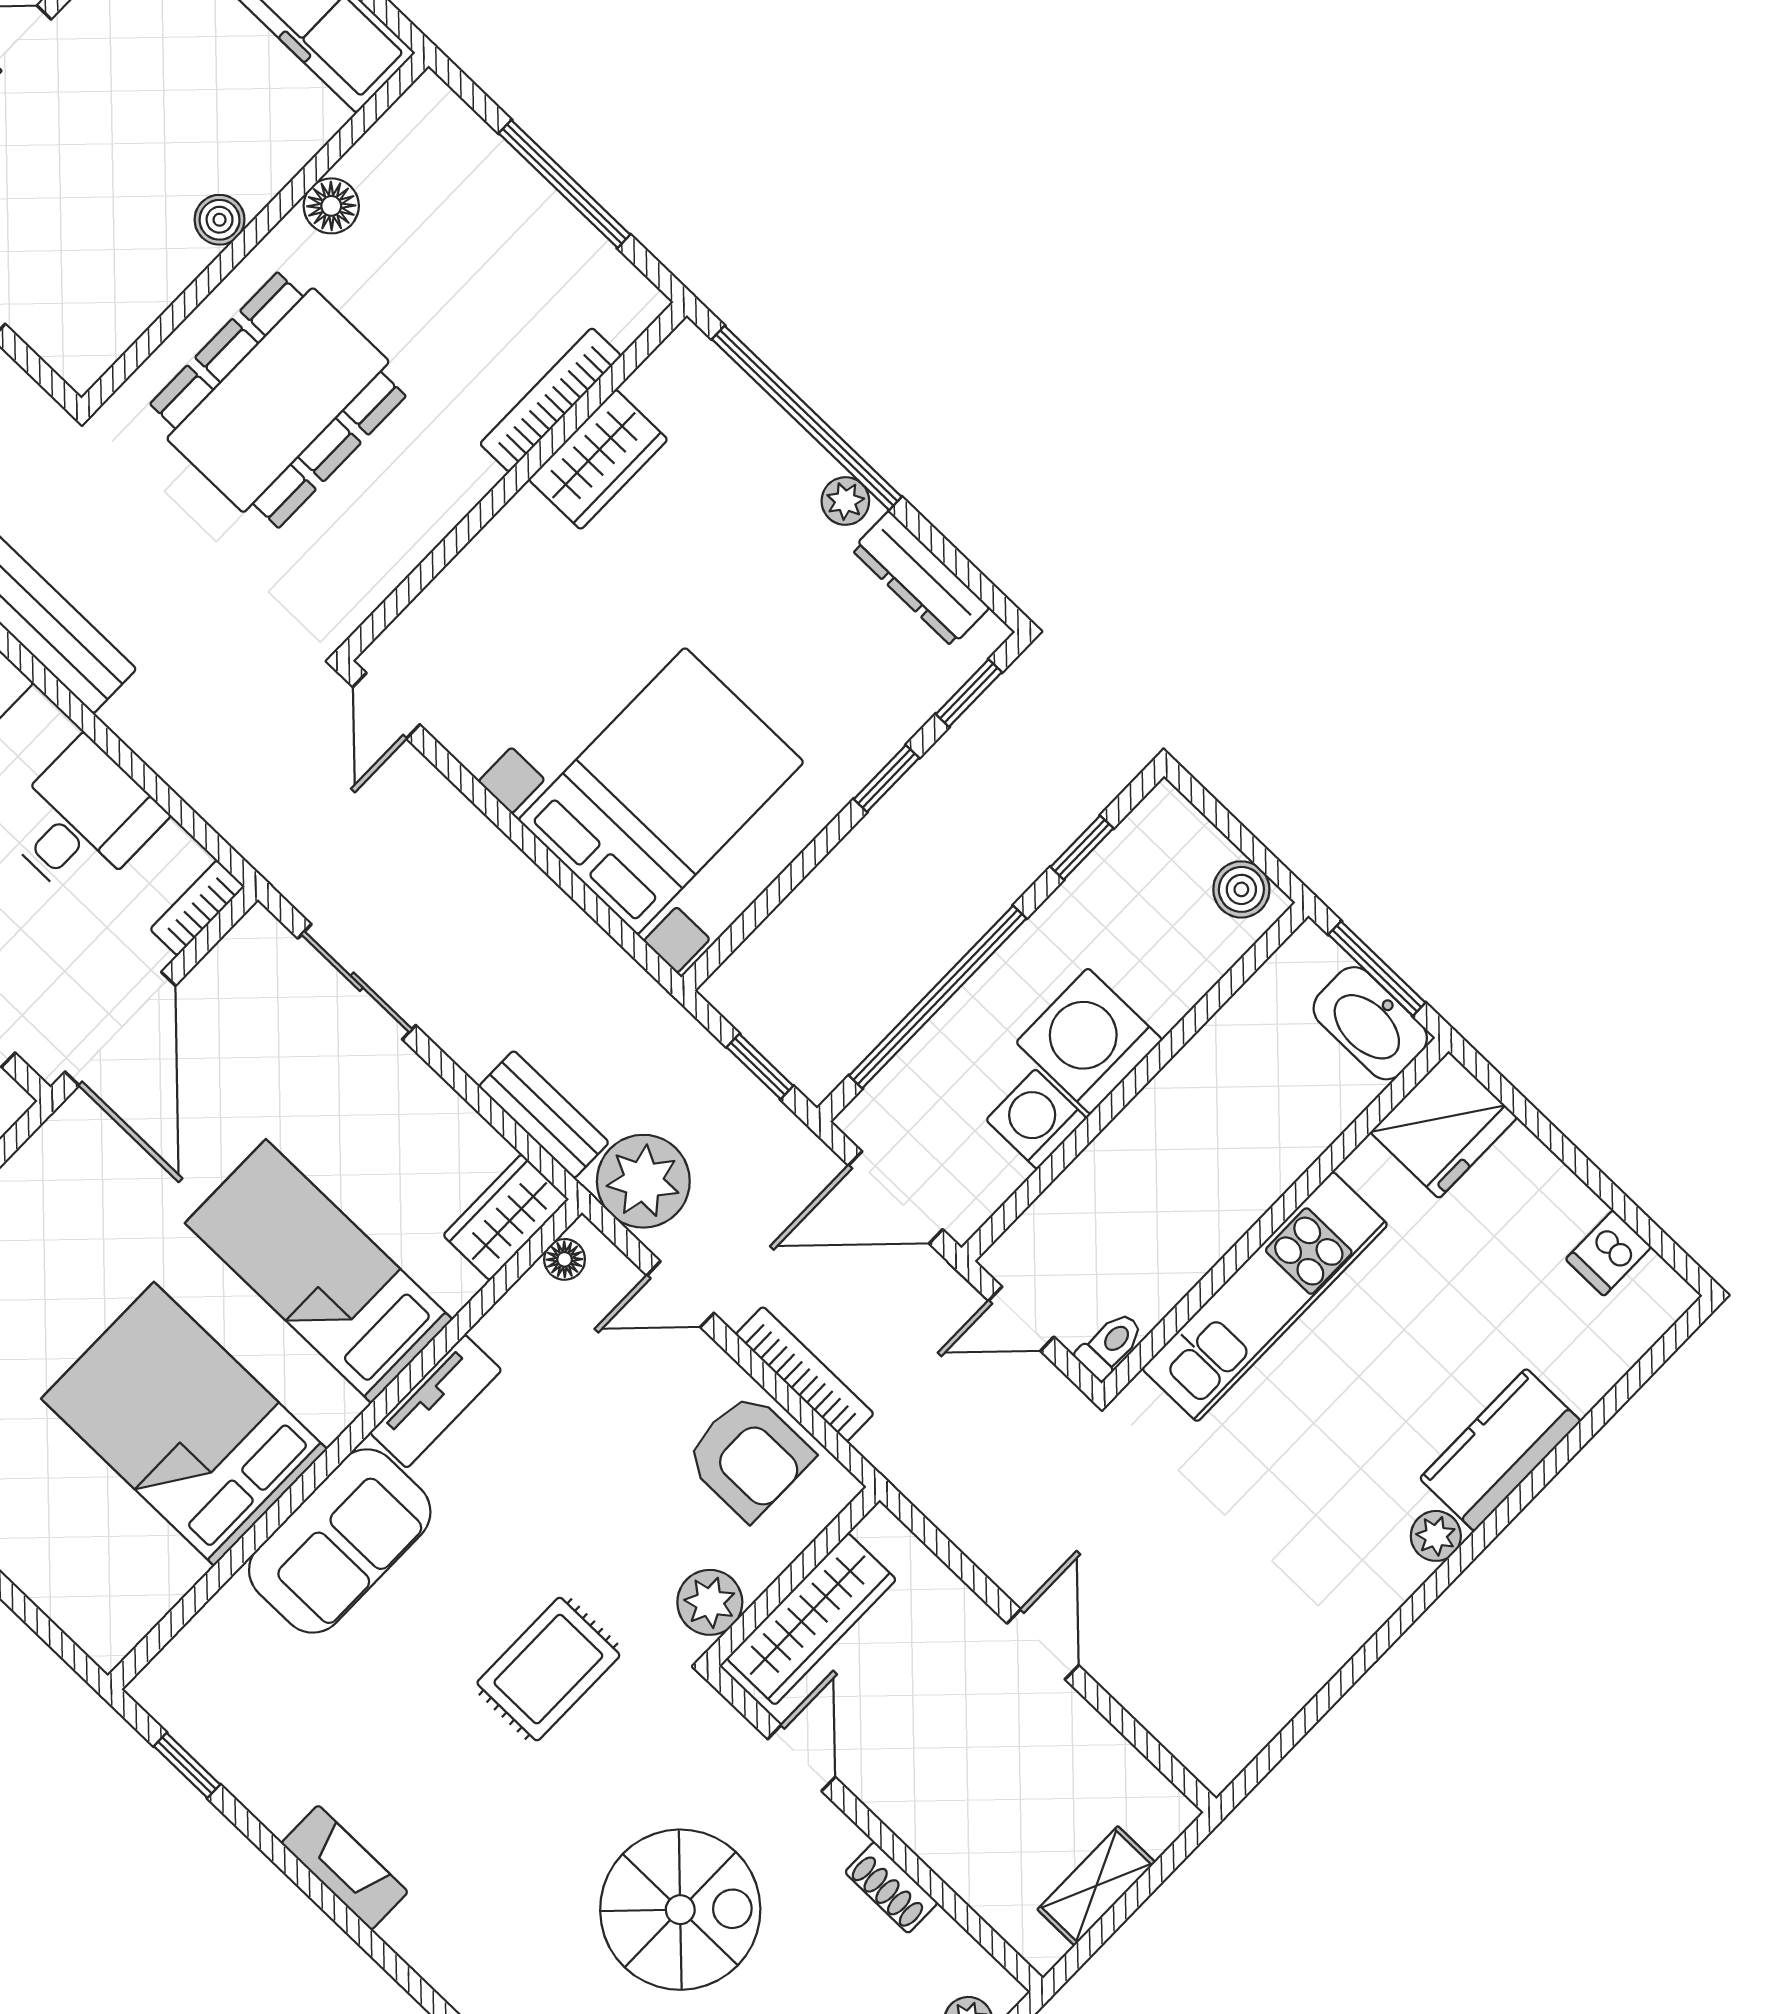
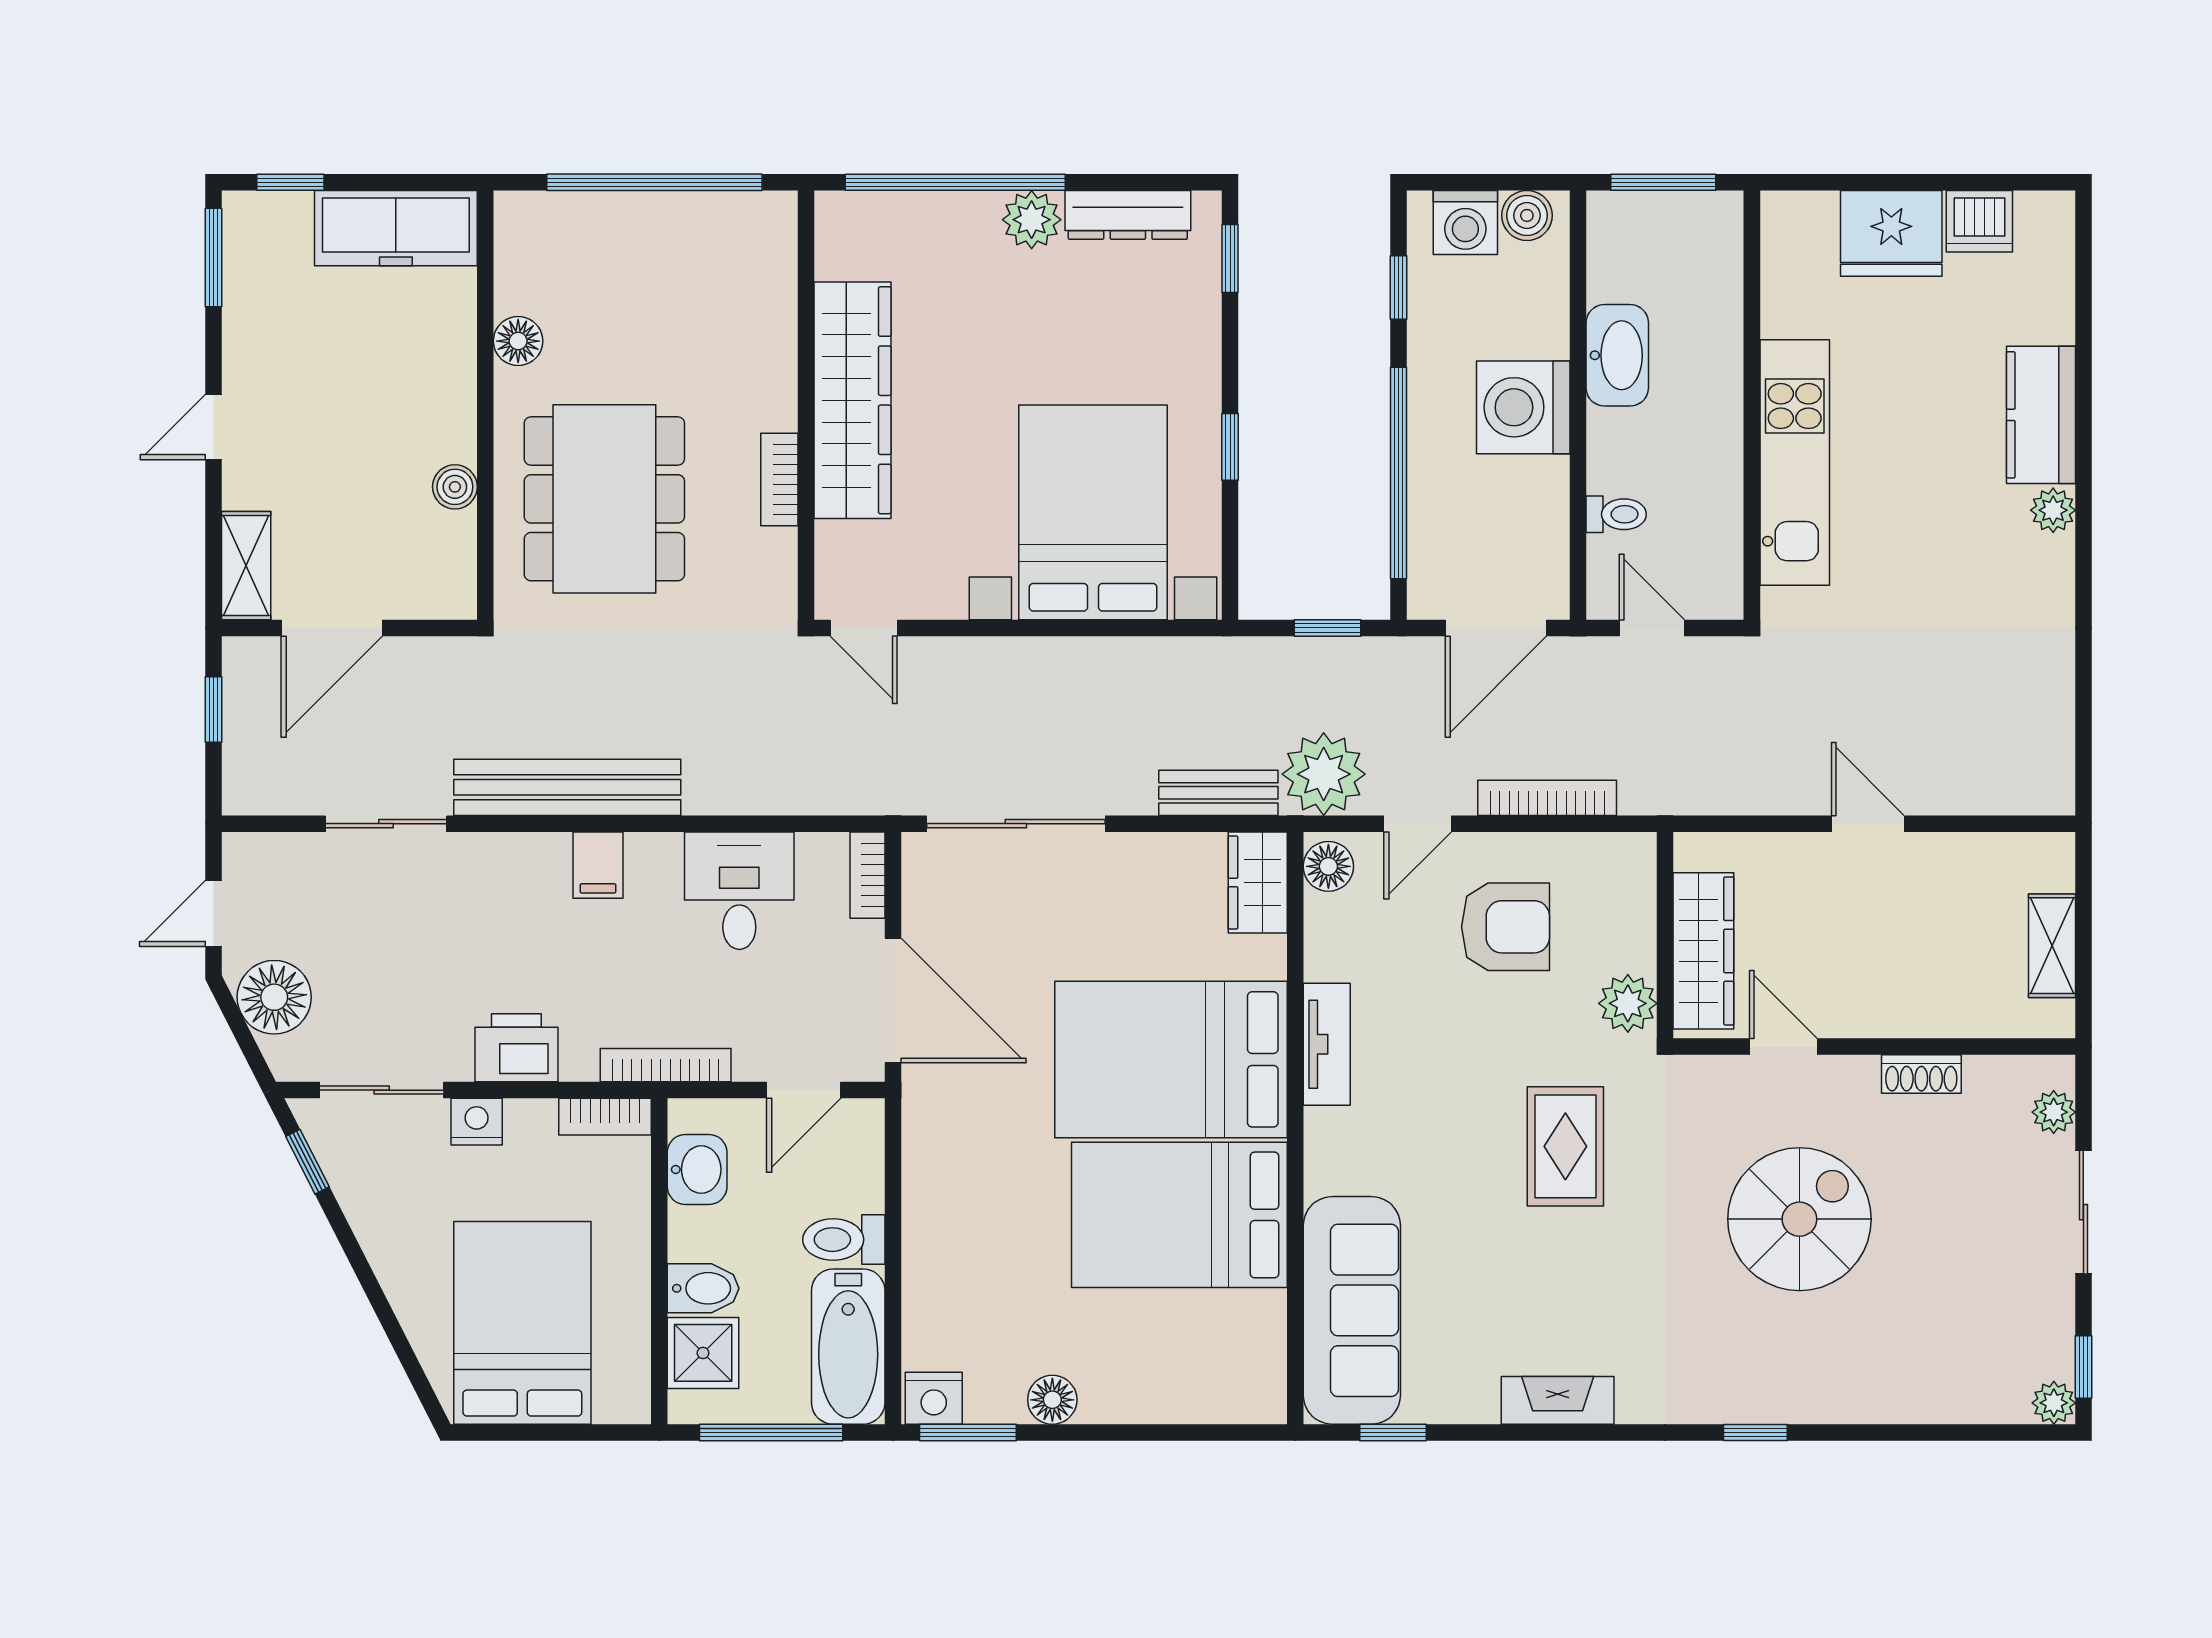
window: (564, 184) -> (654, 182), width x1.46
boiler: (220, 220) -> (455, 487), moved
bookcase: (551, 400) -> (779, 480), moved, width x0.64
wardrobe: (598, 459) -> (852, 400), width x2.10, depth x1.17
plant: (845, 501) -> (1032, 220), width x1.38, depth x1.38
window: (886, 778) -> (1230, 447), moved
sliding door: (357, 982) -> (1016, 824), width x1.37
washbasin: (1370, 1023) -> (1617, 355), moved, turned -90
washing machine: (1036, 1119) -> (1465, 222), moved, turned -90
fridge: (1444, 1125) -> (1891, 233), moved, turned 90
dishwasher: (1609, 1253) -> (1979, 221), width x1.38
floor lamp: (565, 1259) -> (1328, 866), width x1.37, depth x1.37
bed: (319, 1271) -> (1171, 1059), width x1.50
door: (1021, 1319) -> (1652, 628), swing flipped
toilet: (1110, 1345) -> (1616, 514), moved, turned 90
armchair: (749, 1456) -> (1506, 927), moved
sofa: (340, 1541) -> (1352, 1310), moved, width x1.36

